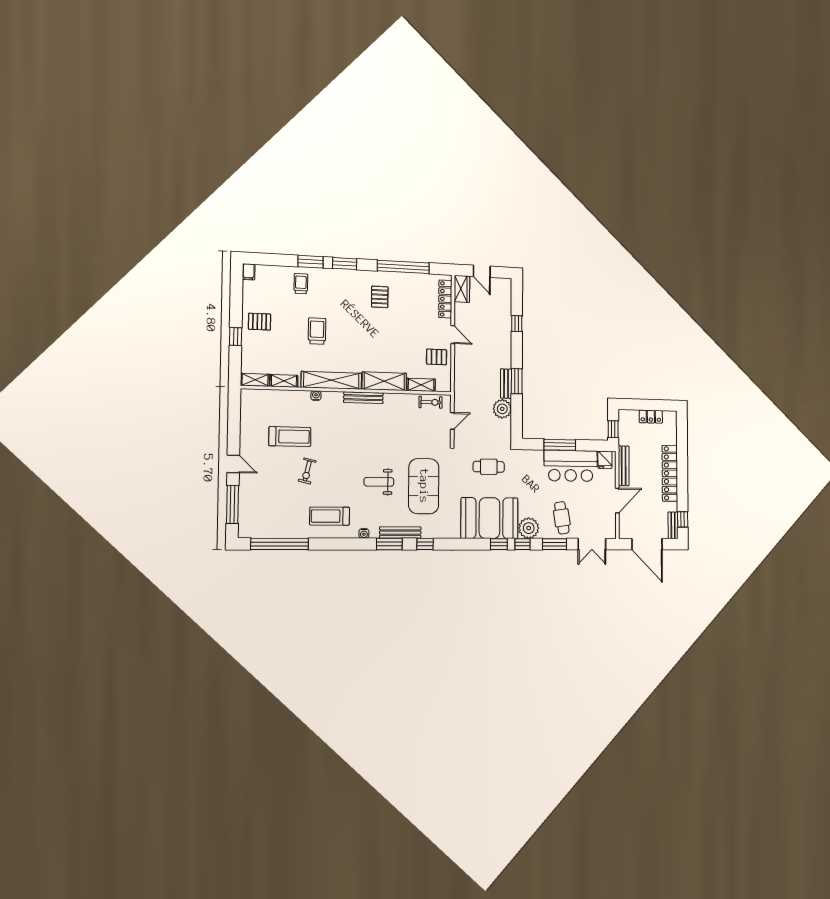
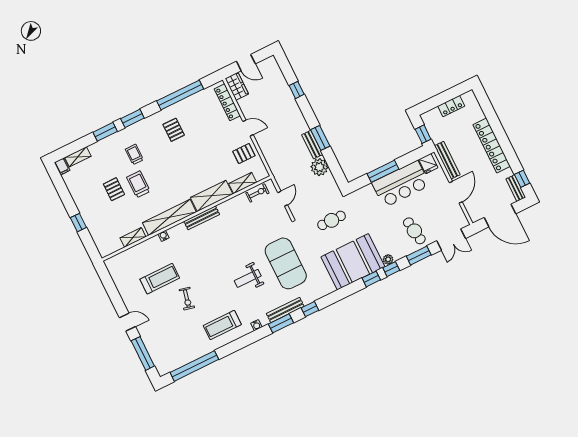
trolley: (301, 284) -> (134, 154), moved
pallet: (260, 322) -> (114, 189), moved, turned 90
shelving: (255, 380) -> (78, 157), moved
plant: (529, 528) -> (388, 259), width x0.53, depth x0.53

